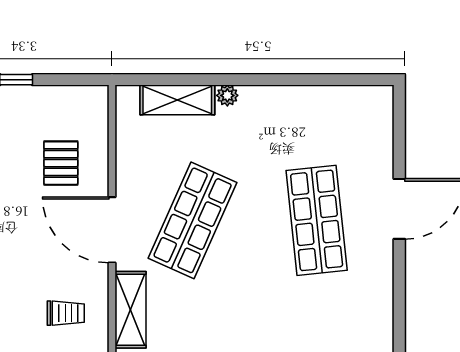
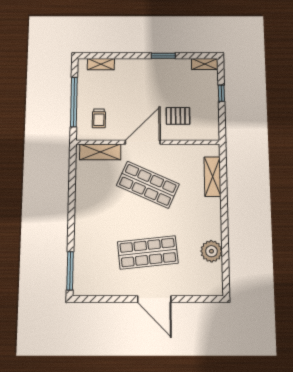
plant: (227, 95) -> (211, 251), moved, width x1.87, depth x1.87

